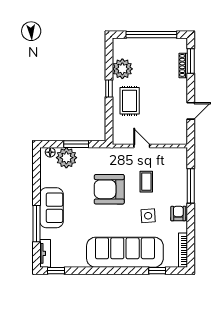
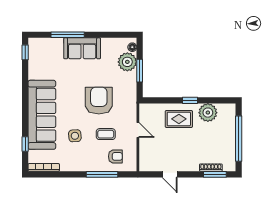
door: (142, 146) -> (138, 130), hinge flipped
armchair: (178, 214) -> (115, 156), moved
tv unit: (45, 253) -> (41, 43), removed

